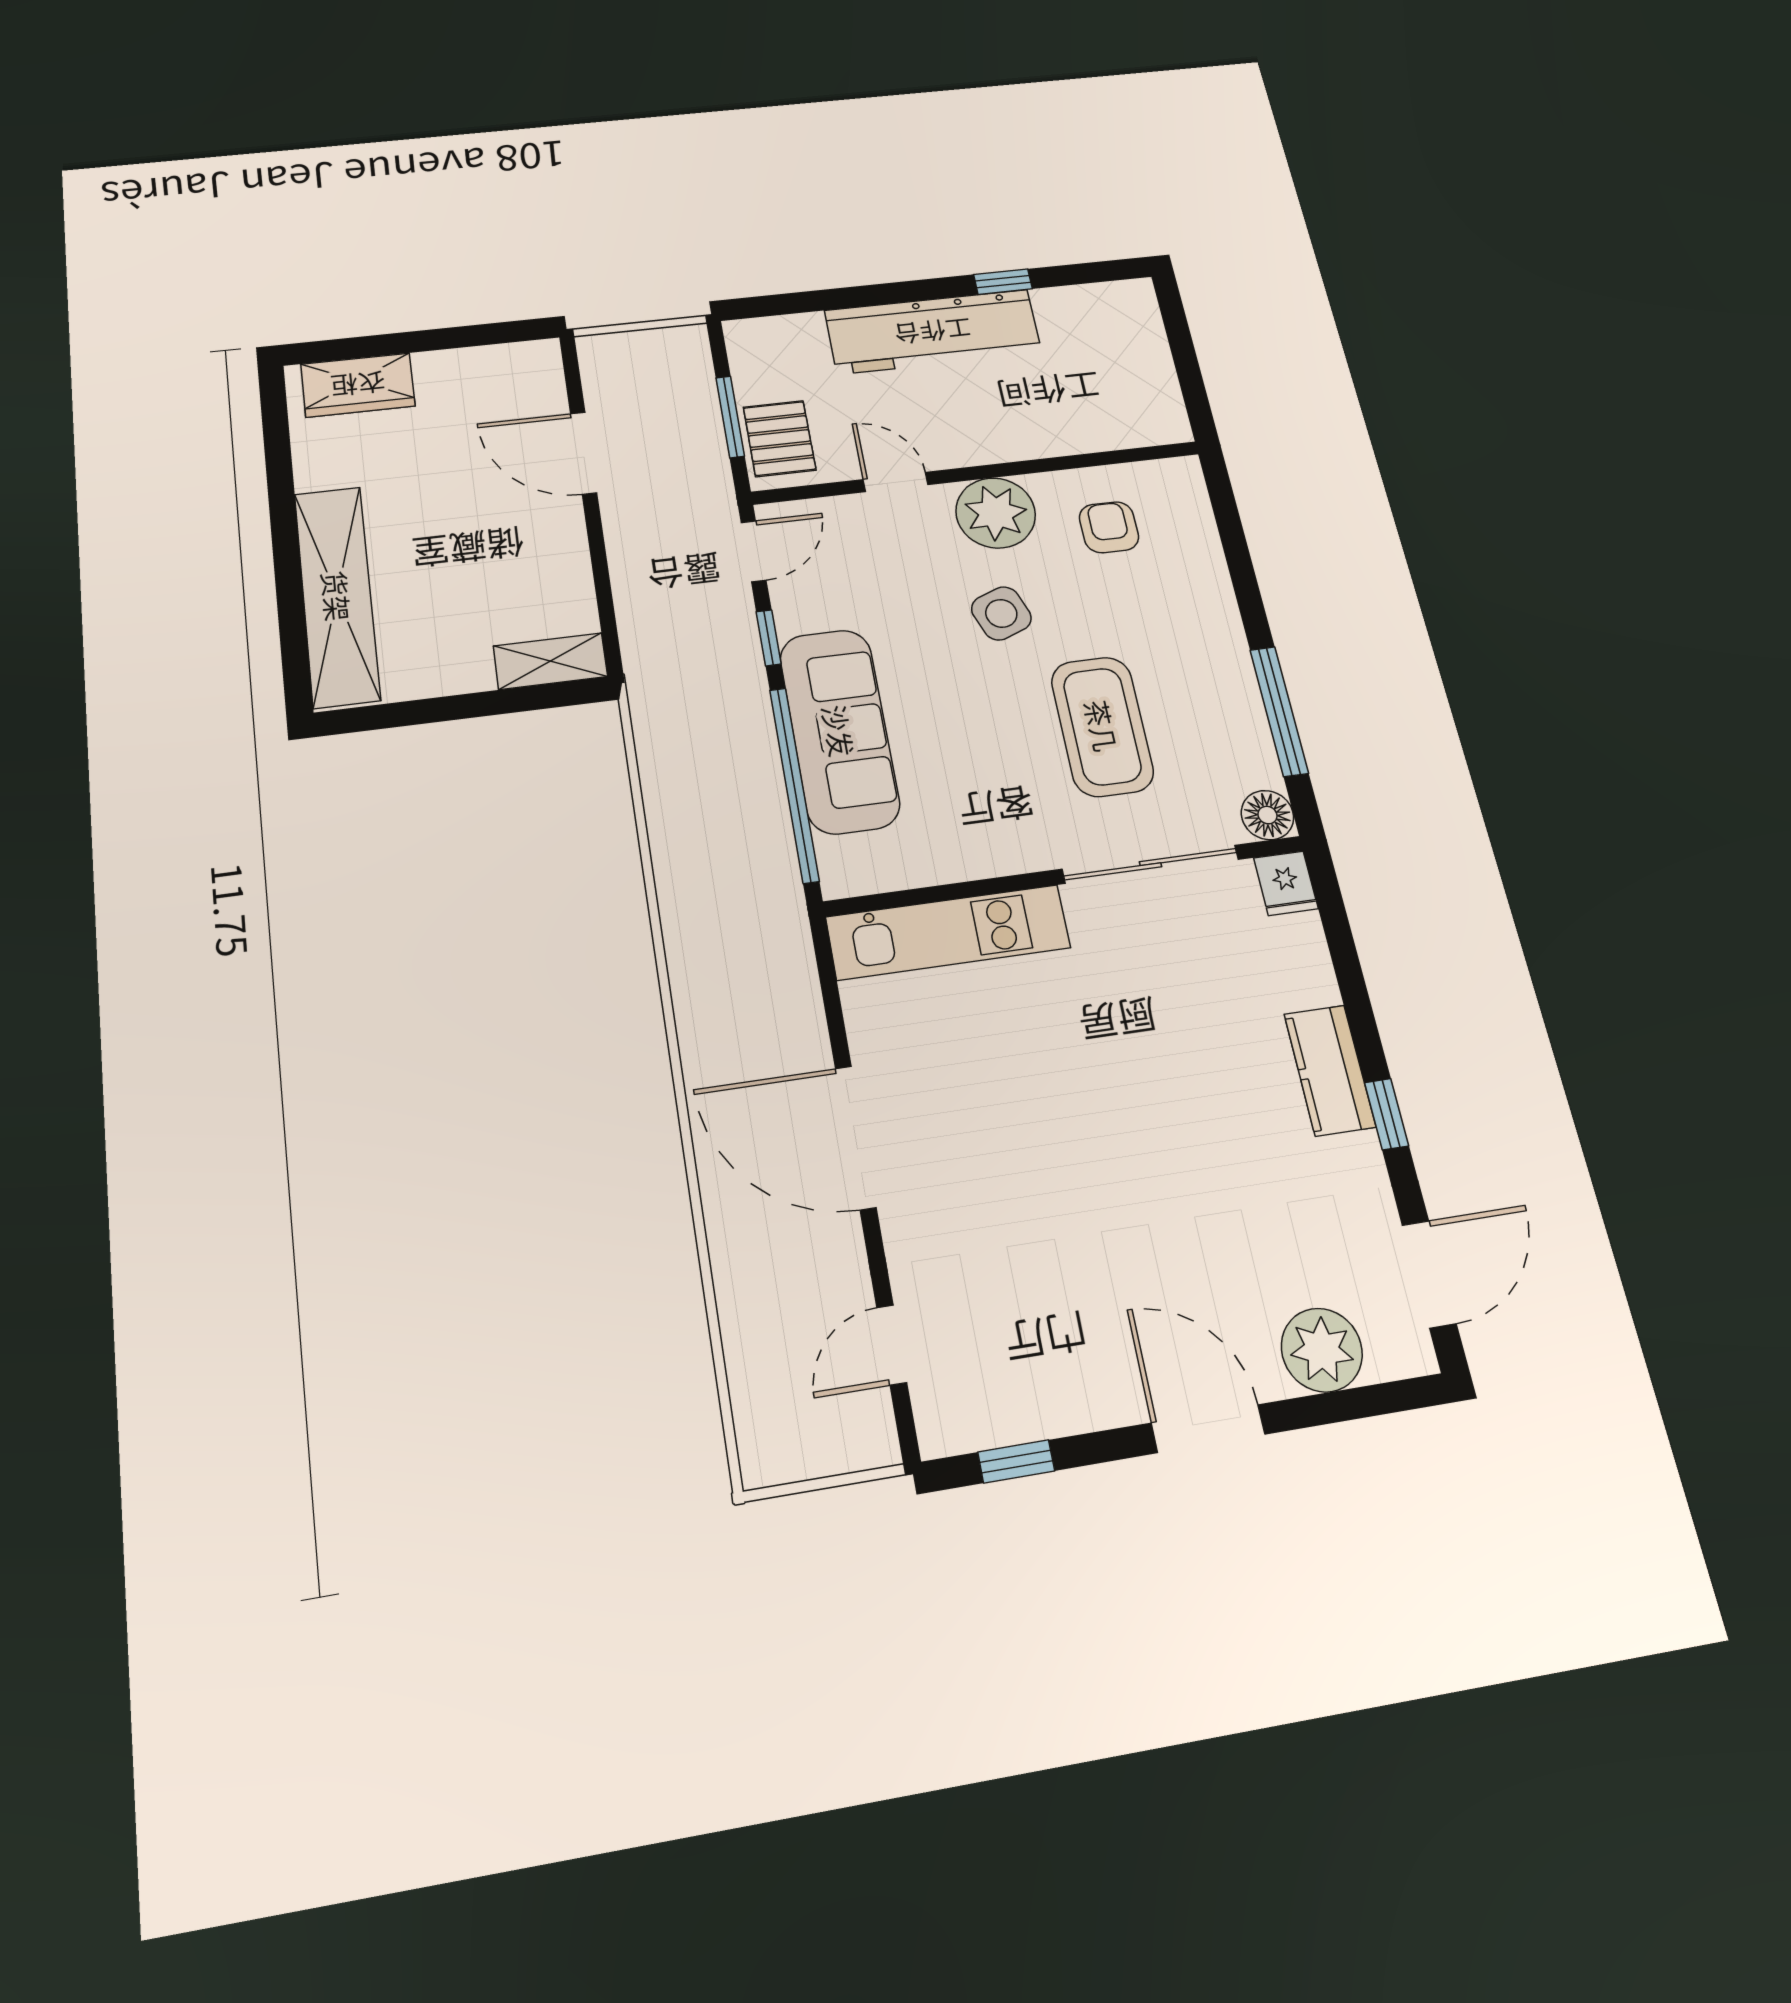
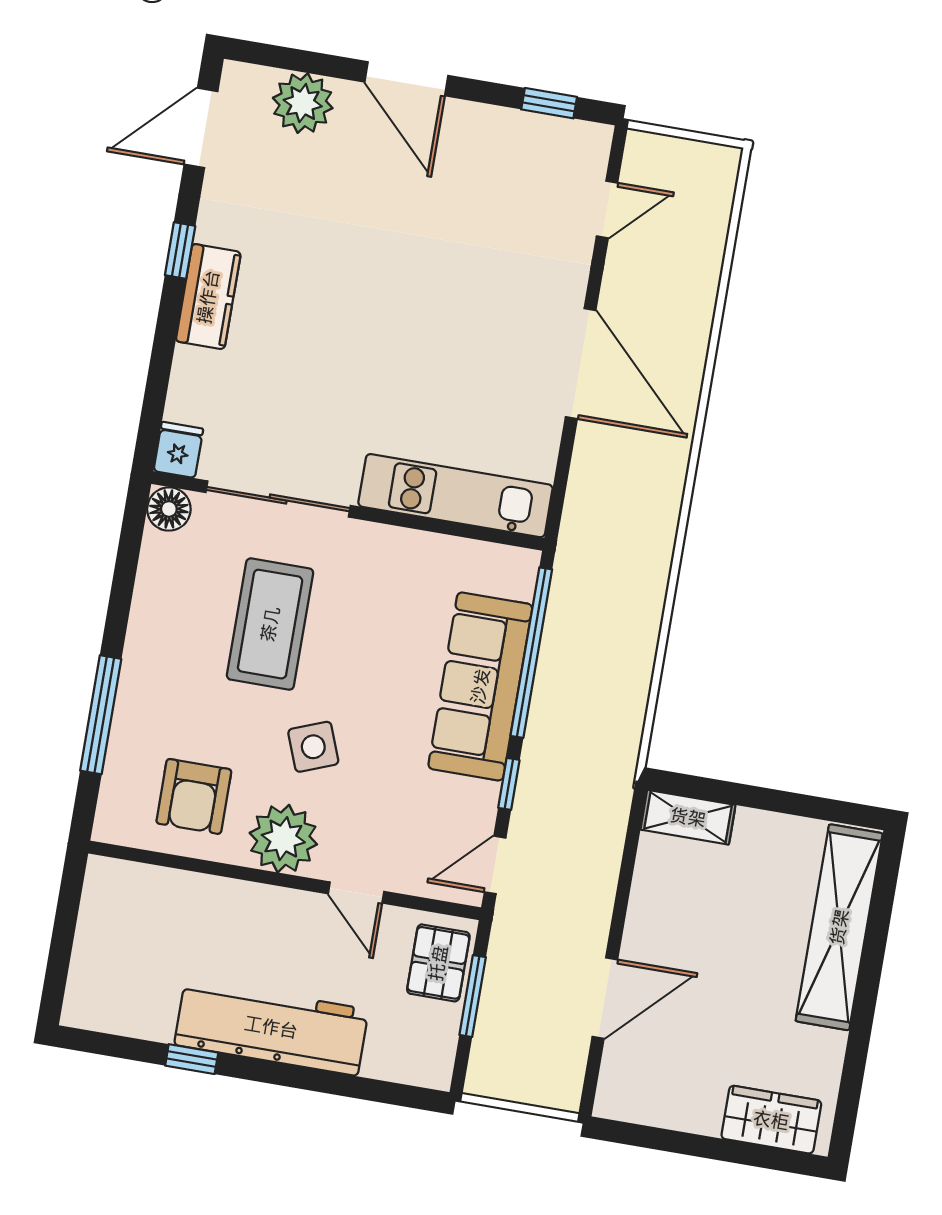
door: (584, 453) -> (605, 998), hinge flipped
armchair: (1109, 527) -> (194, 796), width x1.38, depth x1.38
window: (1279, 711) -> (101, 715), moved

